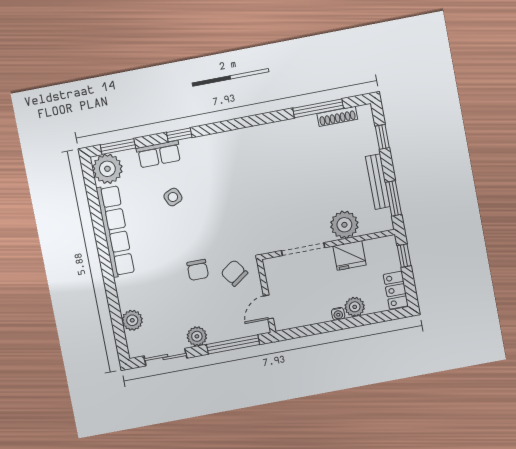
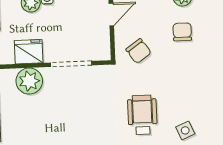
wheelchair: (220, 207) -> (142, 115), added
chair: (198, 270) -> (182, 32), moved

